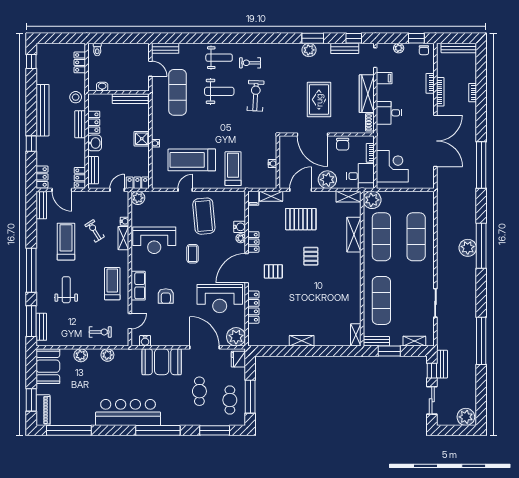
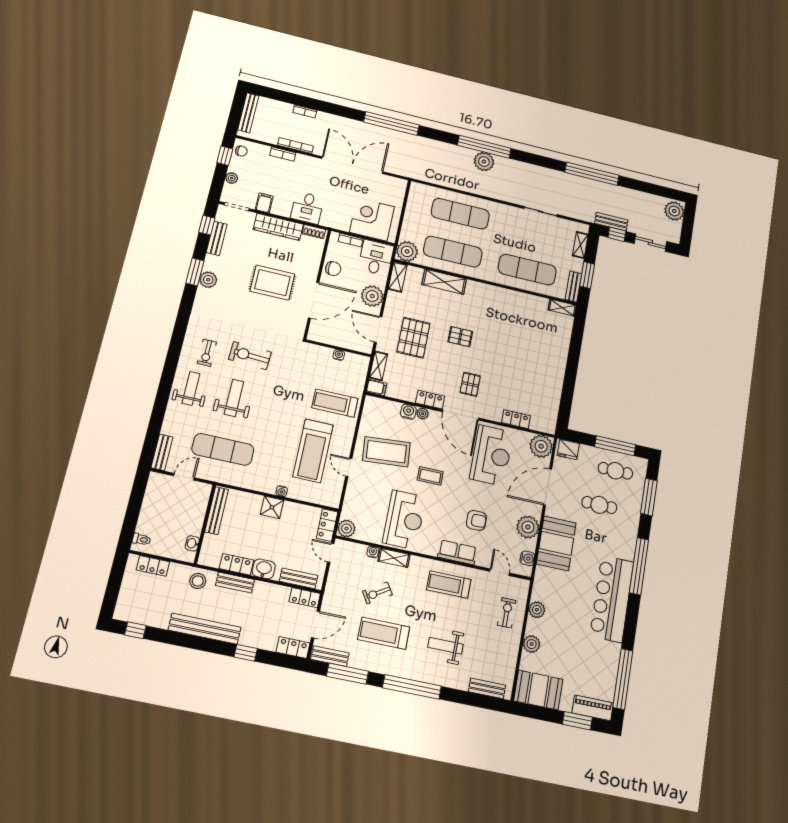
locker: (253, 307) -> (516, 419), width x0.66
window: (31, 321) -> (347, 674), moved
plant: (169, 337) -> (528, 527), added
shelving: (302, 341) -> (559, 371), removed

